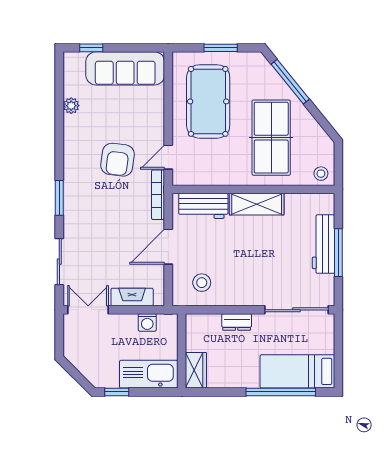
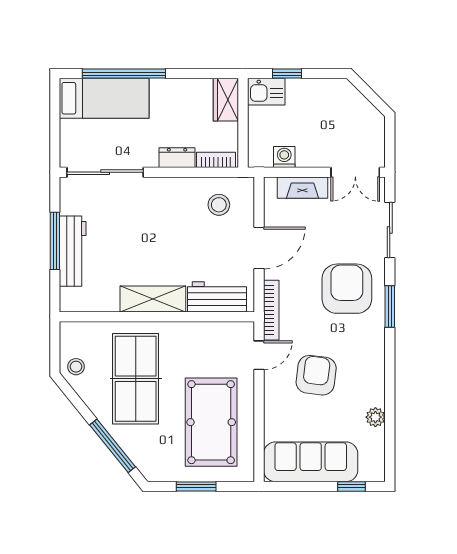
armchair: (118, 160) -> (316, 375), moved
stool: (321, 174) -> (76, 367), moved
armchair: (95, 213) -> (347, 289), added
bookcase: (204, 320) -> (216, 160), added
kitchen sink: (149, 374) -> (266, 92), width x0.53, depth x0.81
window: (117, 392) -> (287, 74), moved

